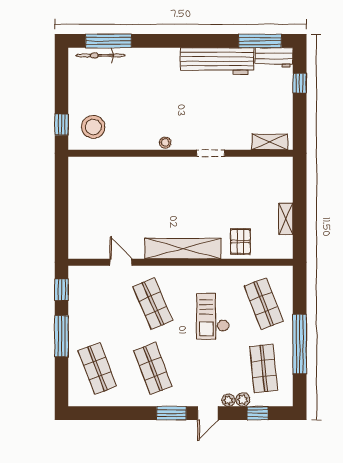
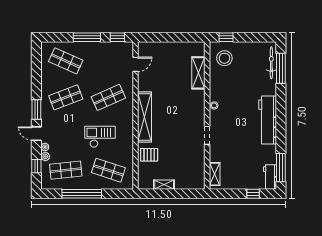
workbench: (217, 61) -> (268, 120), moved
shelving: (116, 167) -> (198, 73), added
door: (121, 262) -> (135, 64), moved
shop shelf: (264, 304) -> (108, 170), turned 39
shop shelf: (97, 368) -> (66, 61), turned 45

